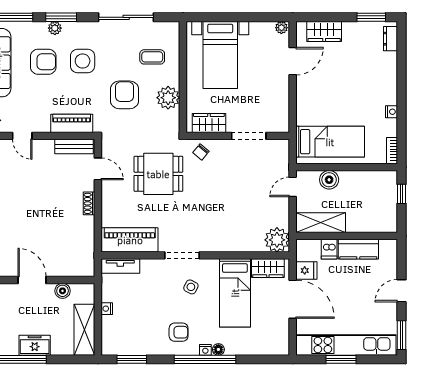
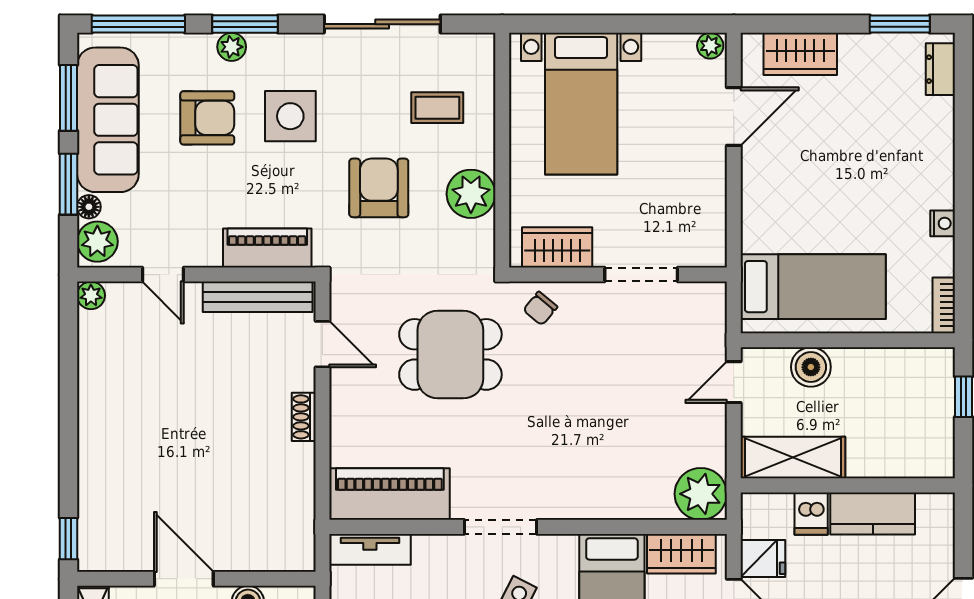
bench: (74, 147) -> (258, 297), width x1.36

